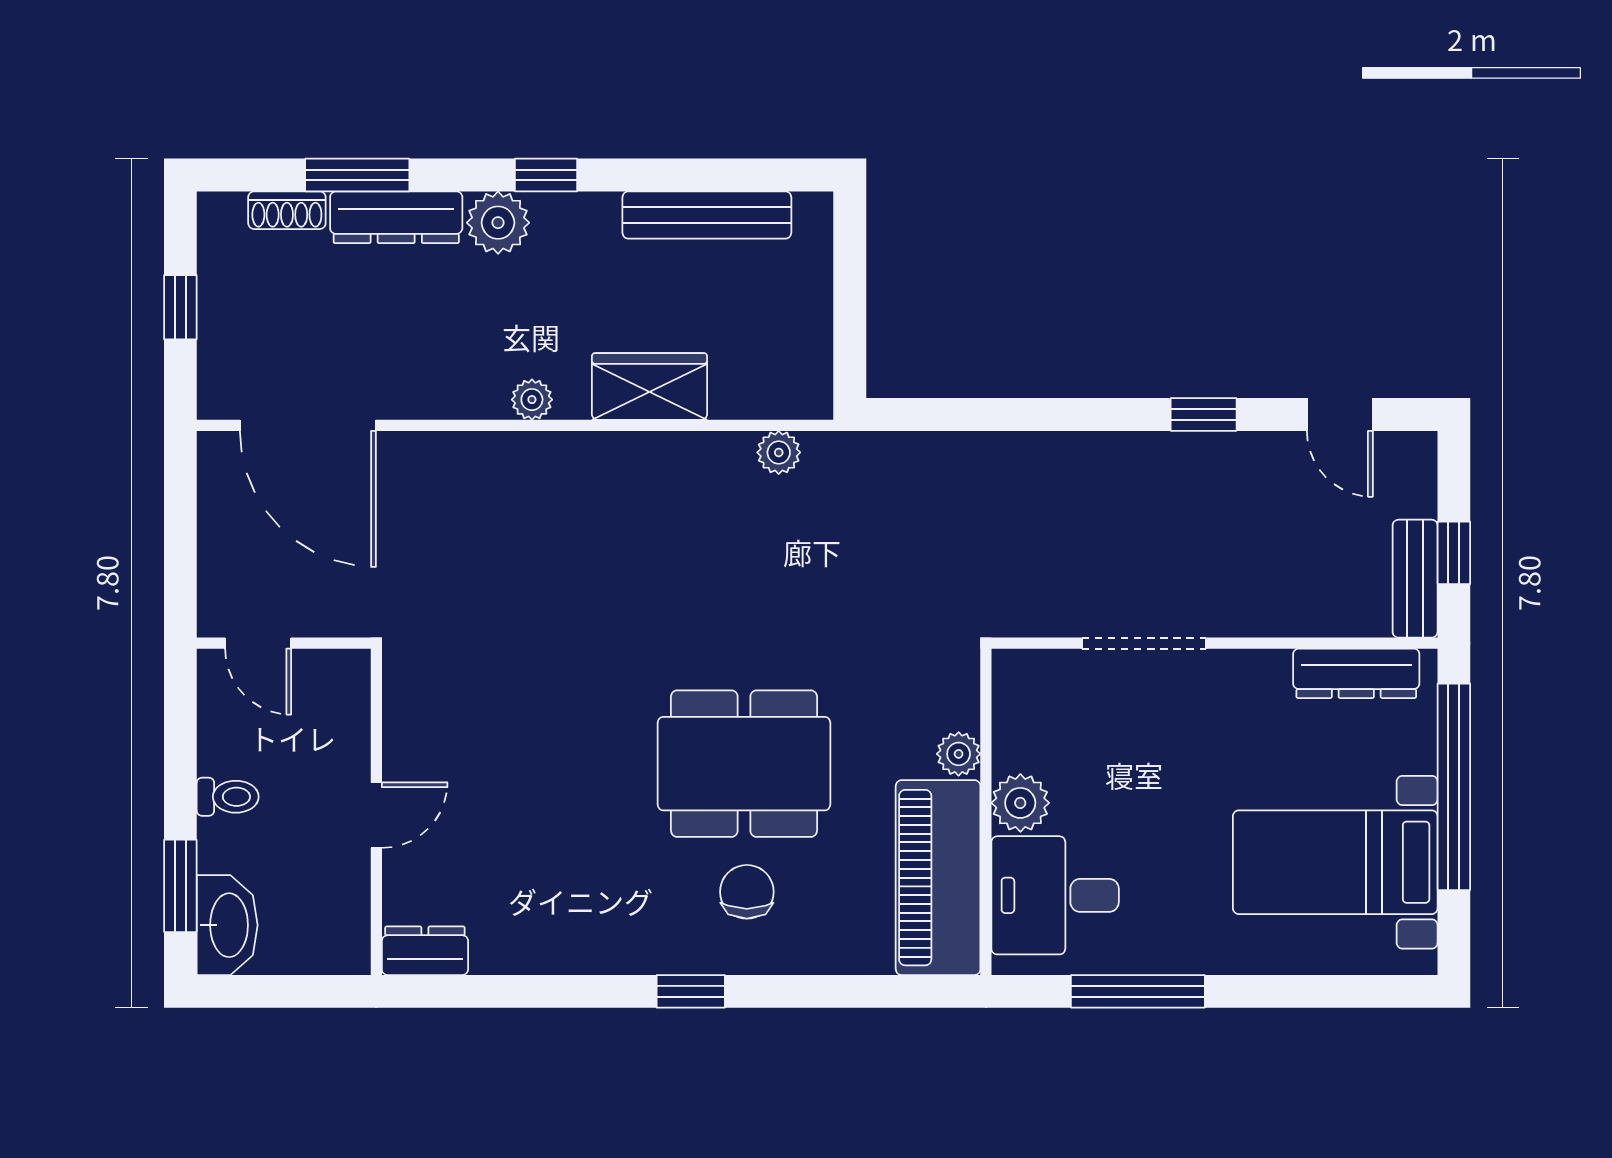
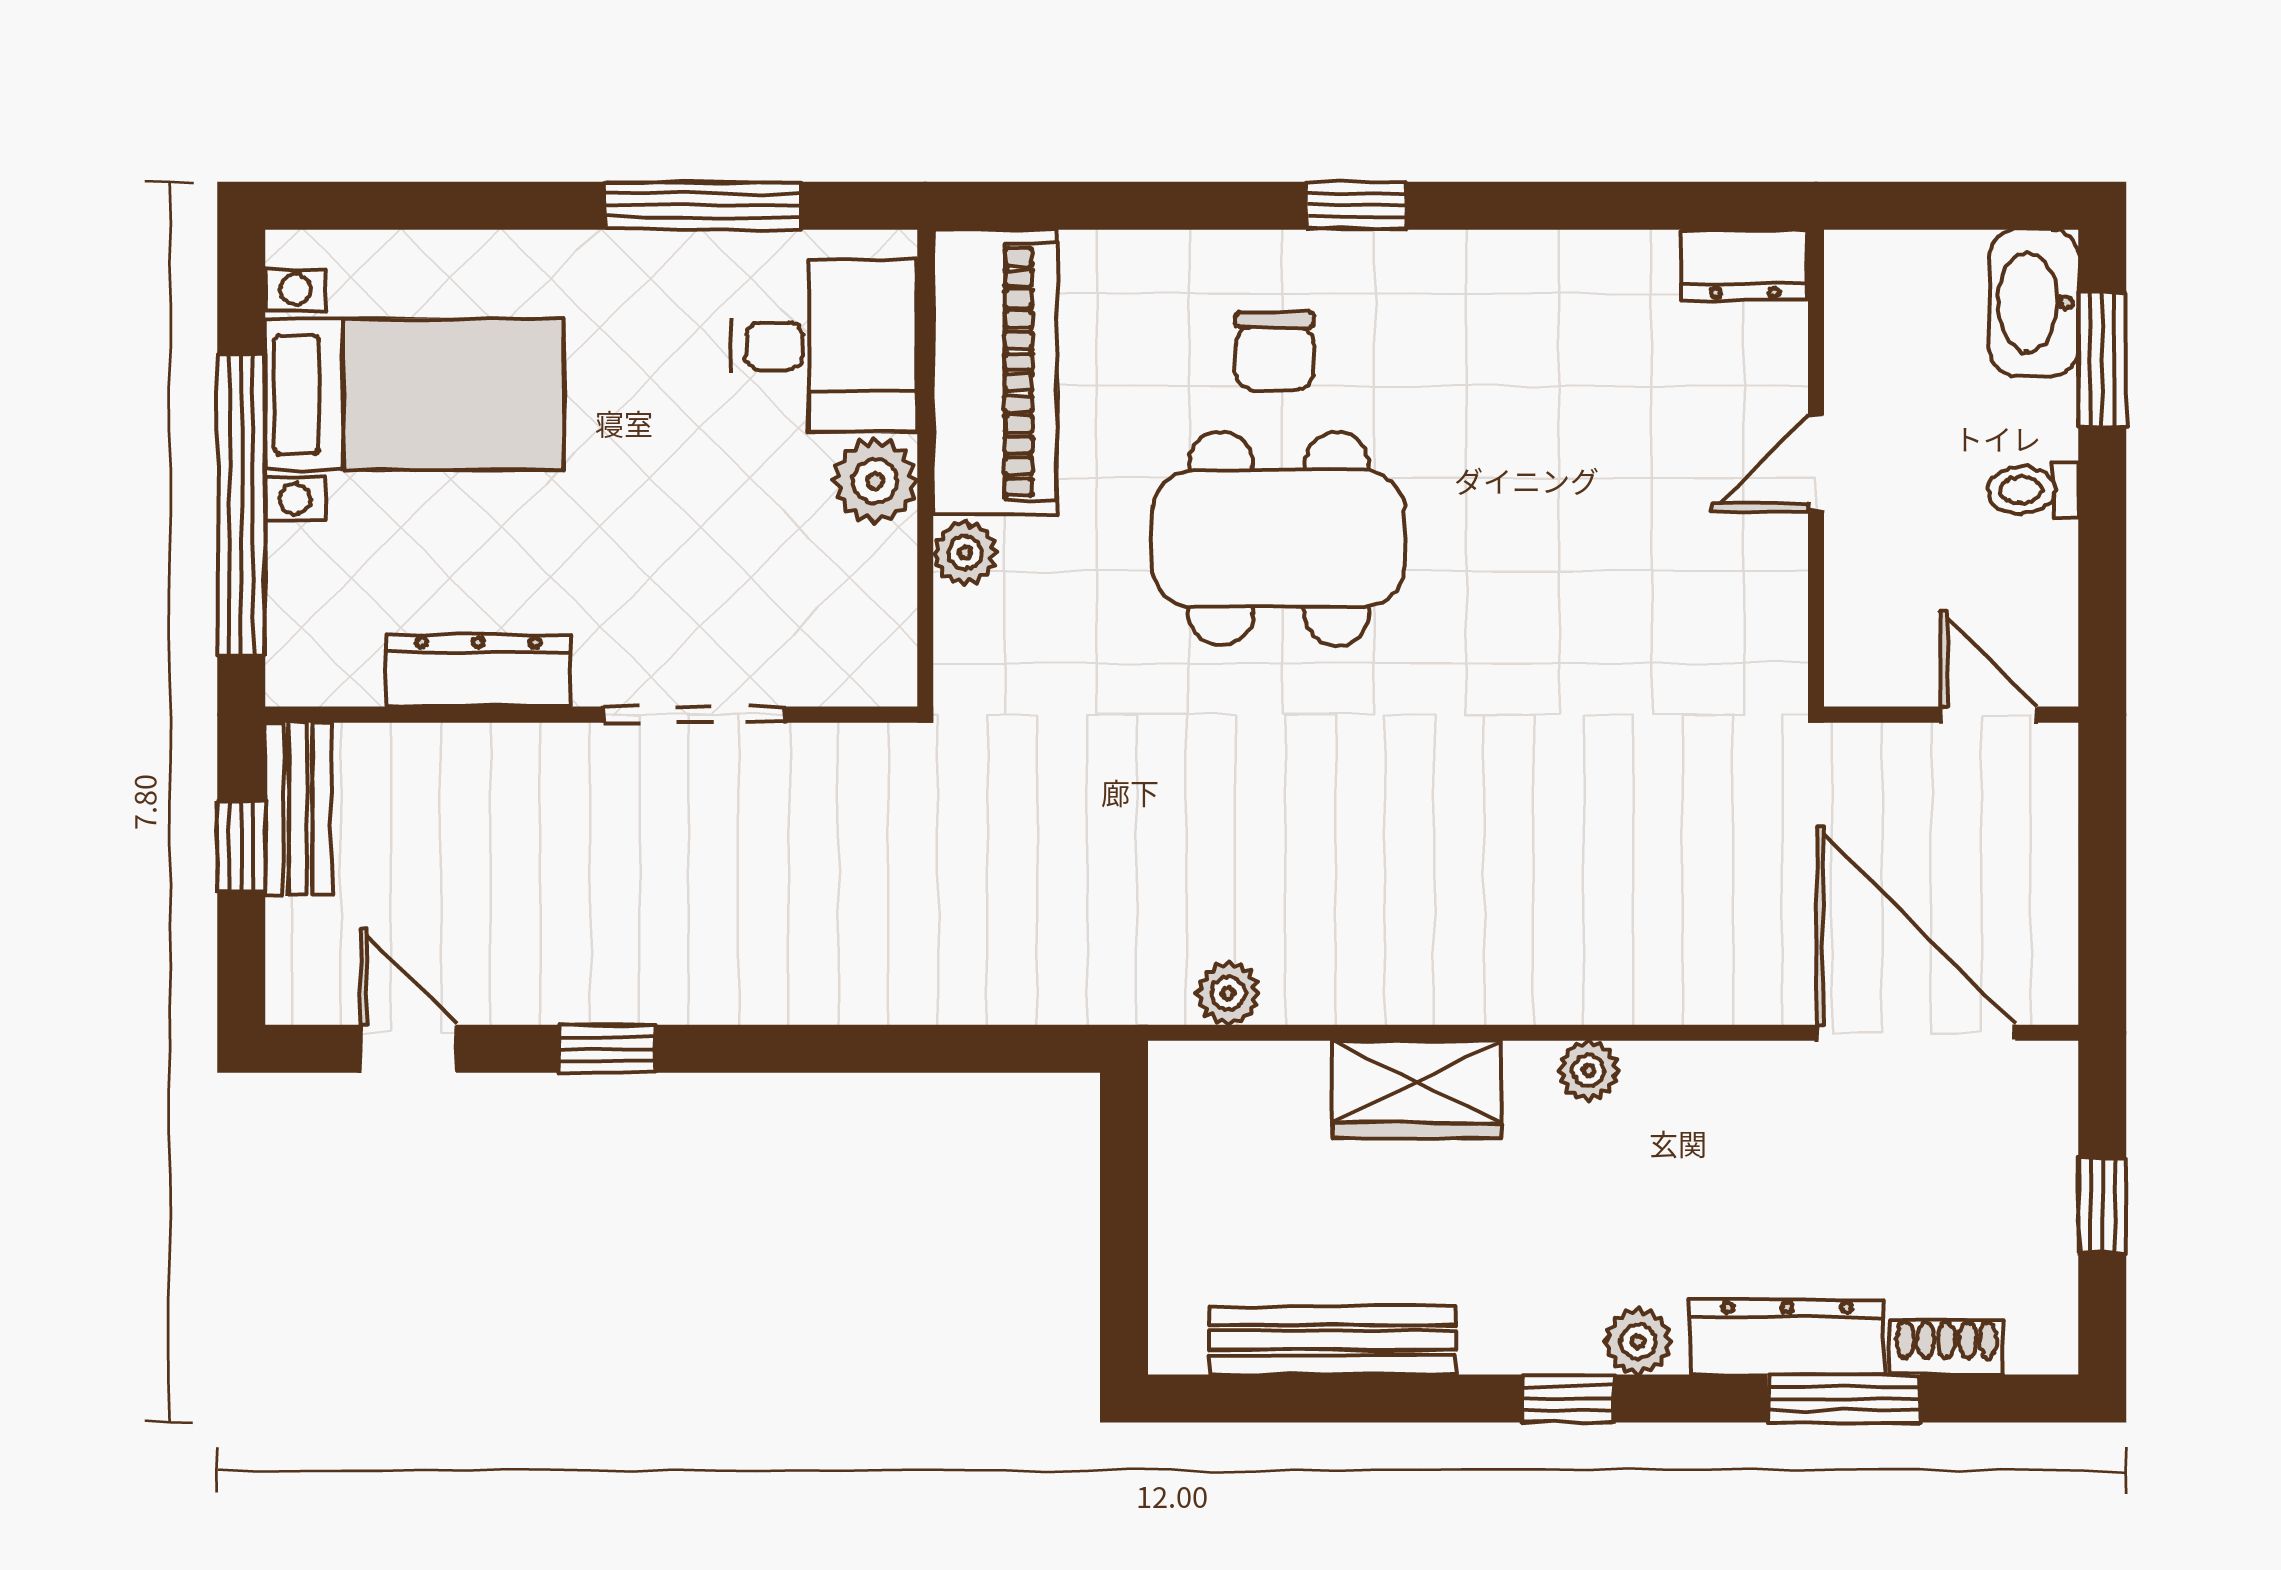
plant: (498, 223) -> (1638, 1342), width x0.73, depth x0.73
dresser: (1356, 673) -> (478, 671), moved

